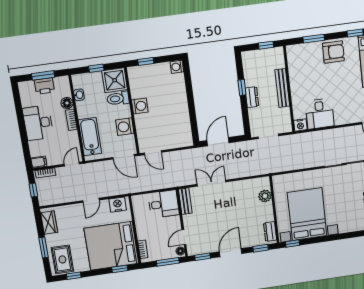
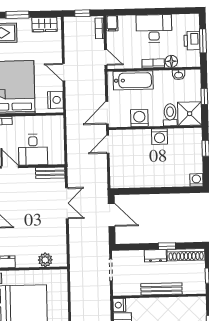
shoe rack: (248, 69) -> (186, 255), added
desk: (164, 204) -> (33, 150), moved

